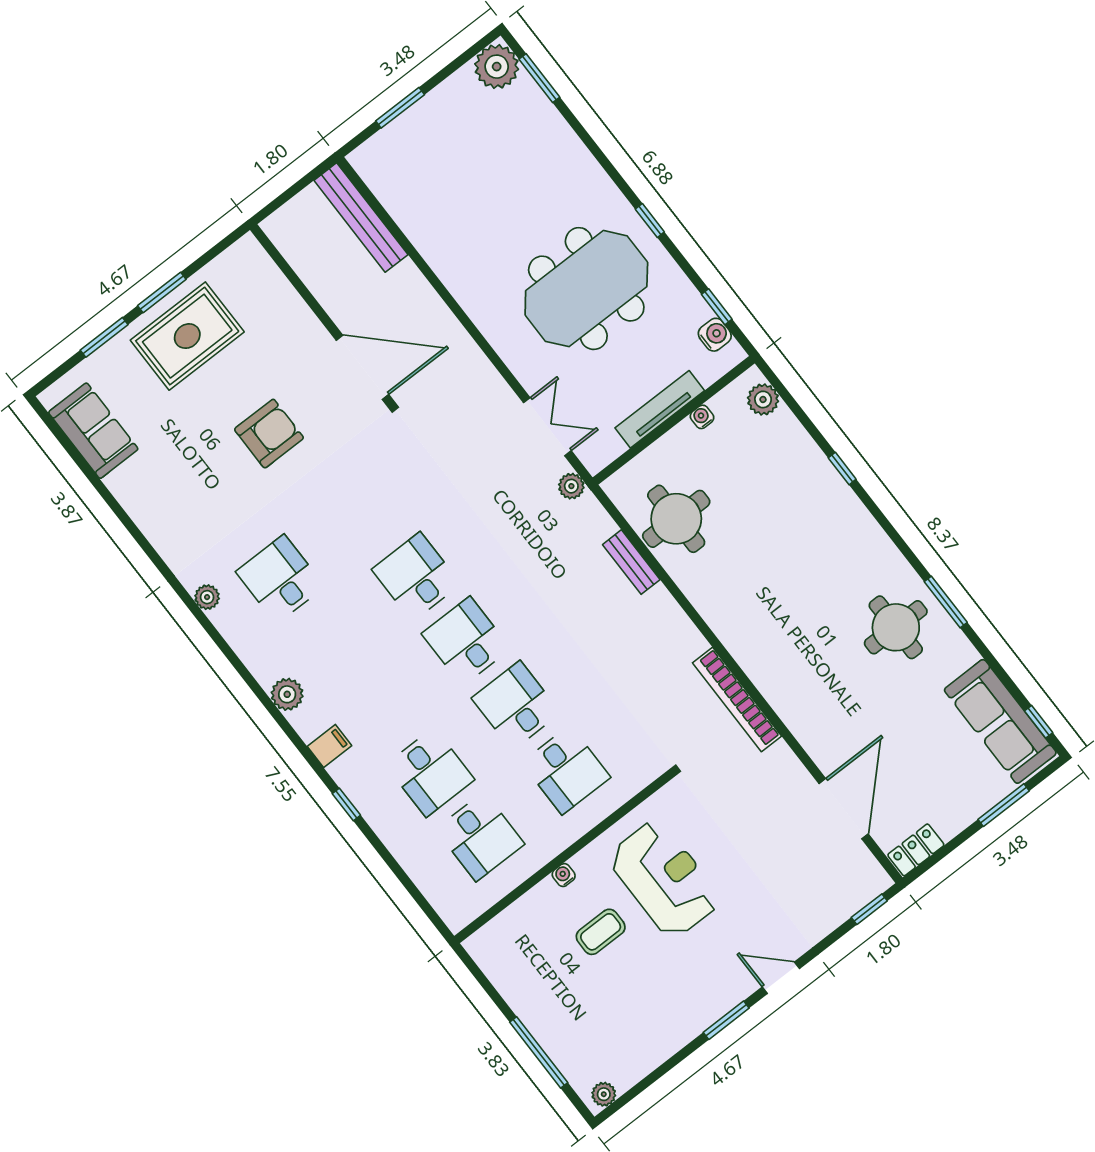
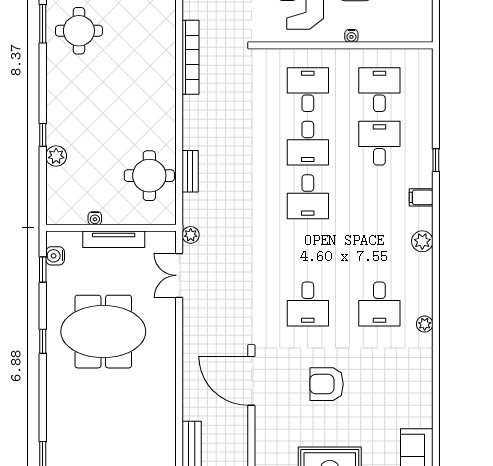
plant: (763, 399) -> (56, 156), moved
desk: (416, 577) -> (308, 304), moved

